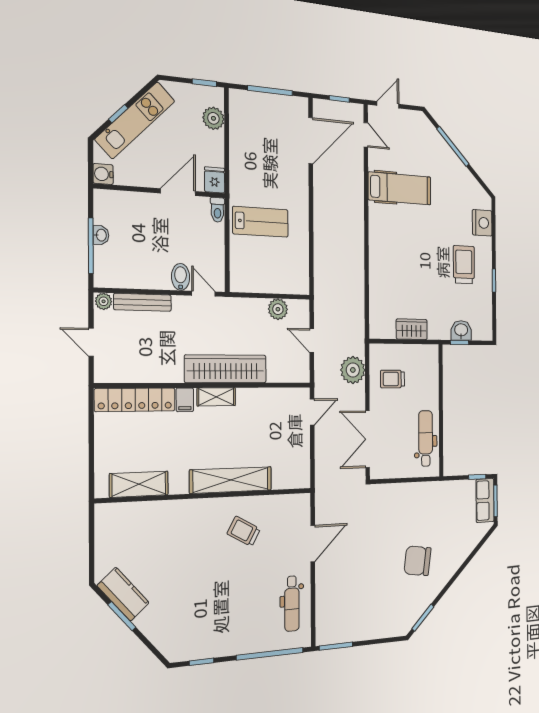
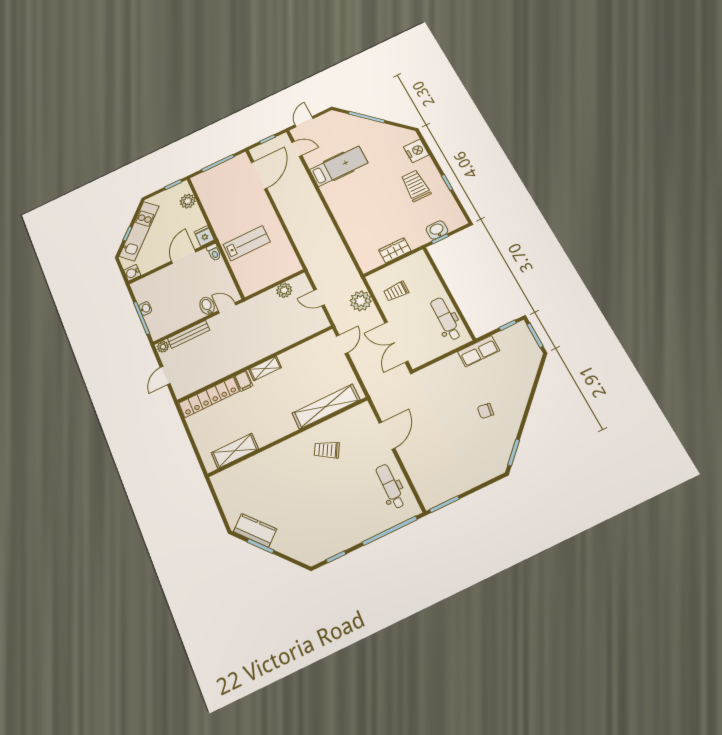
door: (91, 342) -> (165, 375), hinge flipped
wardrobe: (226, 369) -> (264, 347), removed
shelving: (231, 480) -> (326, 406), moved
row of seats: (485, 500) -> (478, 351), moved, turned -90
chair: (418, 561) -> (486, 411), width x0.54, depth x0.54
dental chair: (292, 604) -> (390, 486), turned 180

